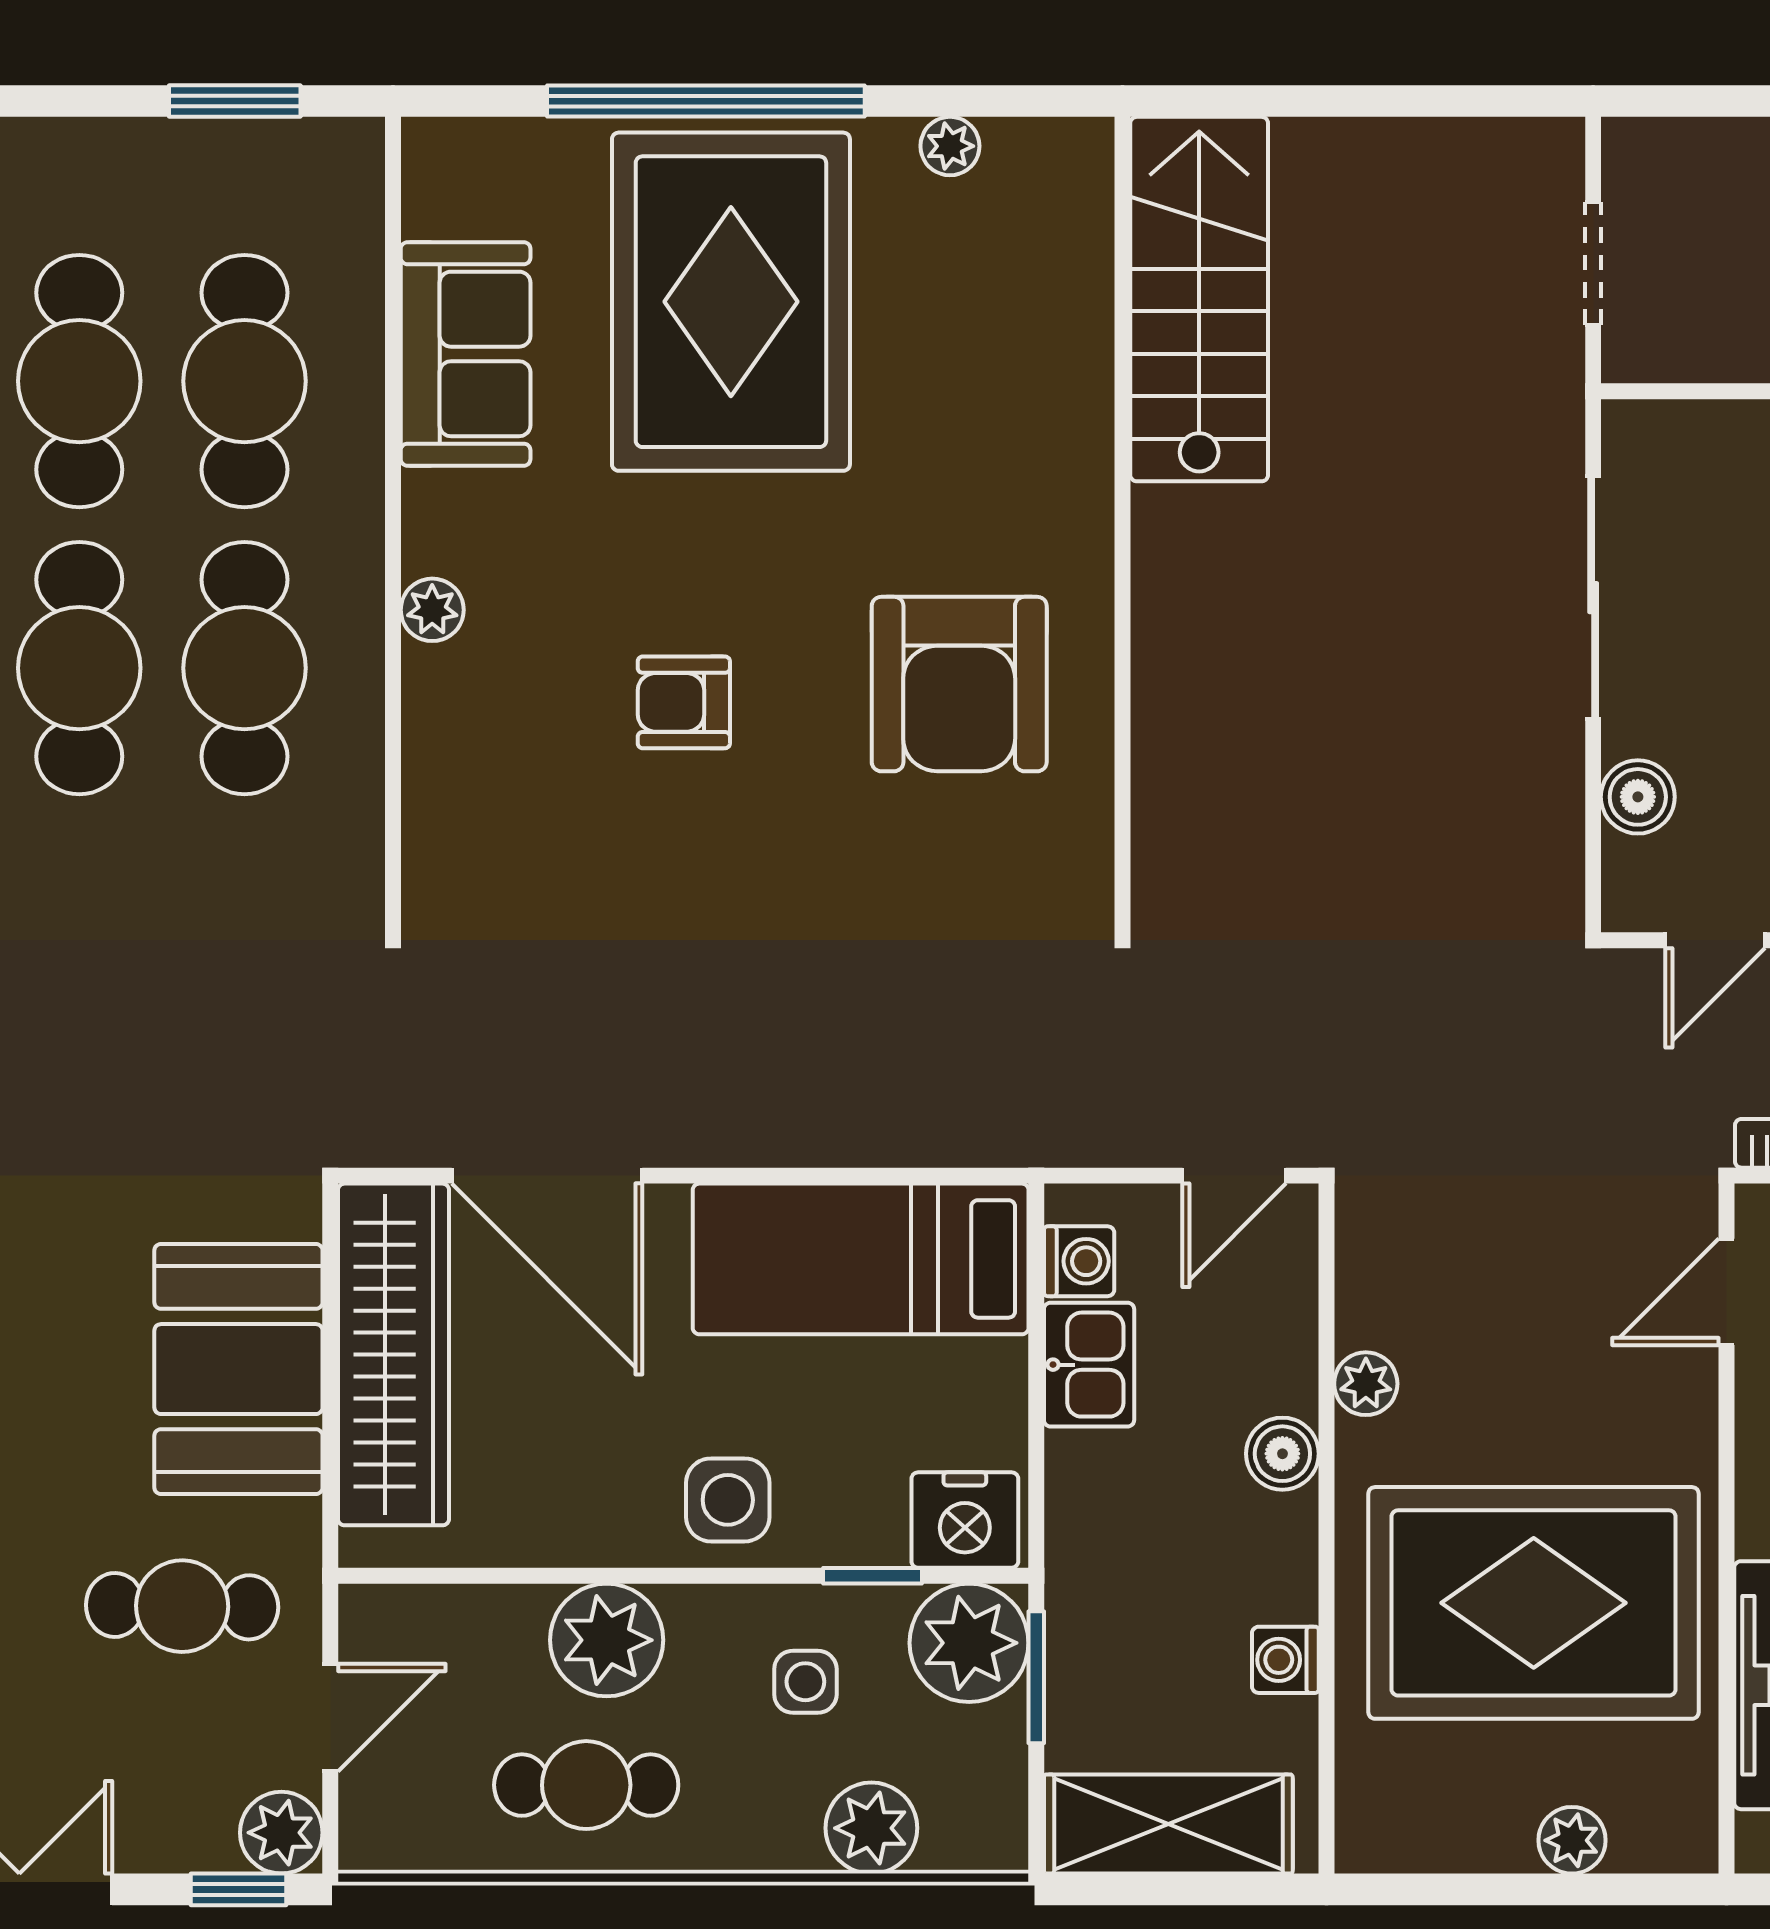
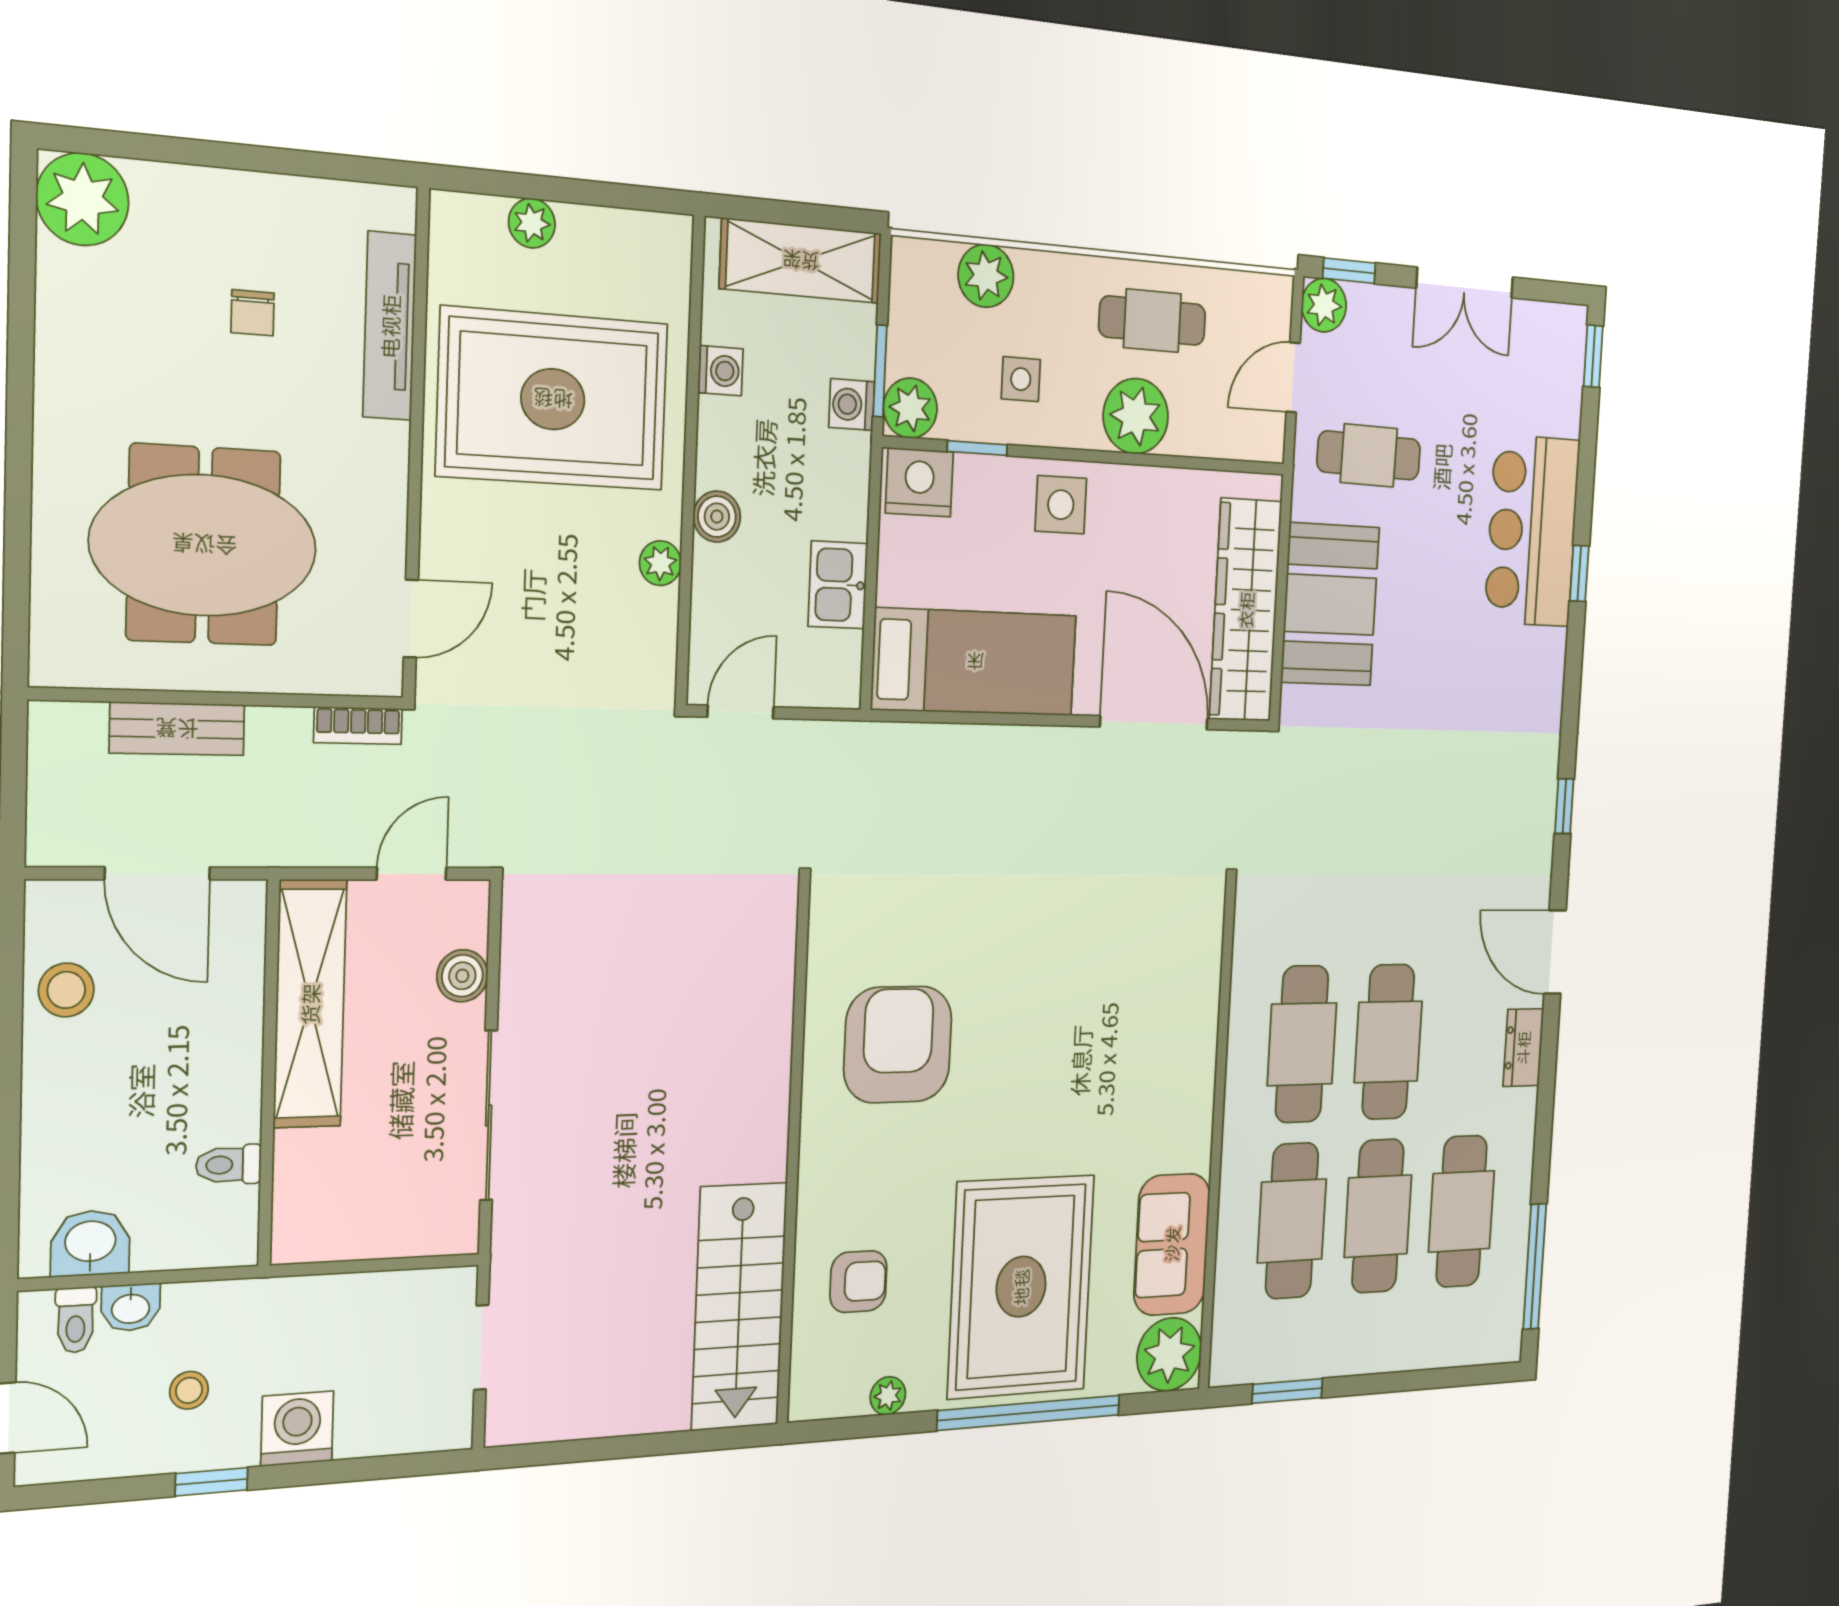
plant: (432, 610) -> (1169, 1354), moved, width x1.87, depth x1.87
armchair: (684, 702) -> (858, 1282), moved
washing machine: (1079, 1261) -> (852, 405), moved
plant: (969, 1643) -> (910, 408), width x0.73, depth x0.73

